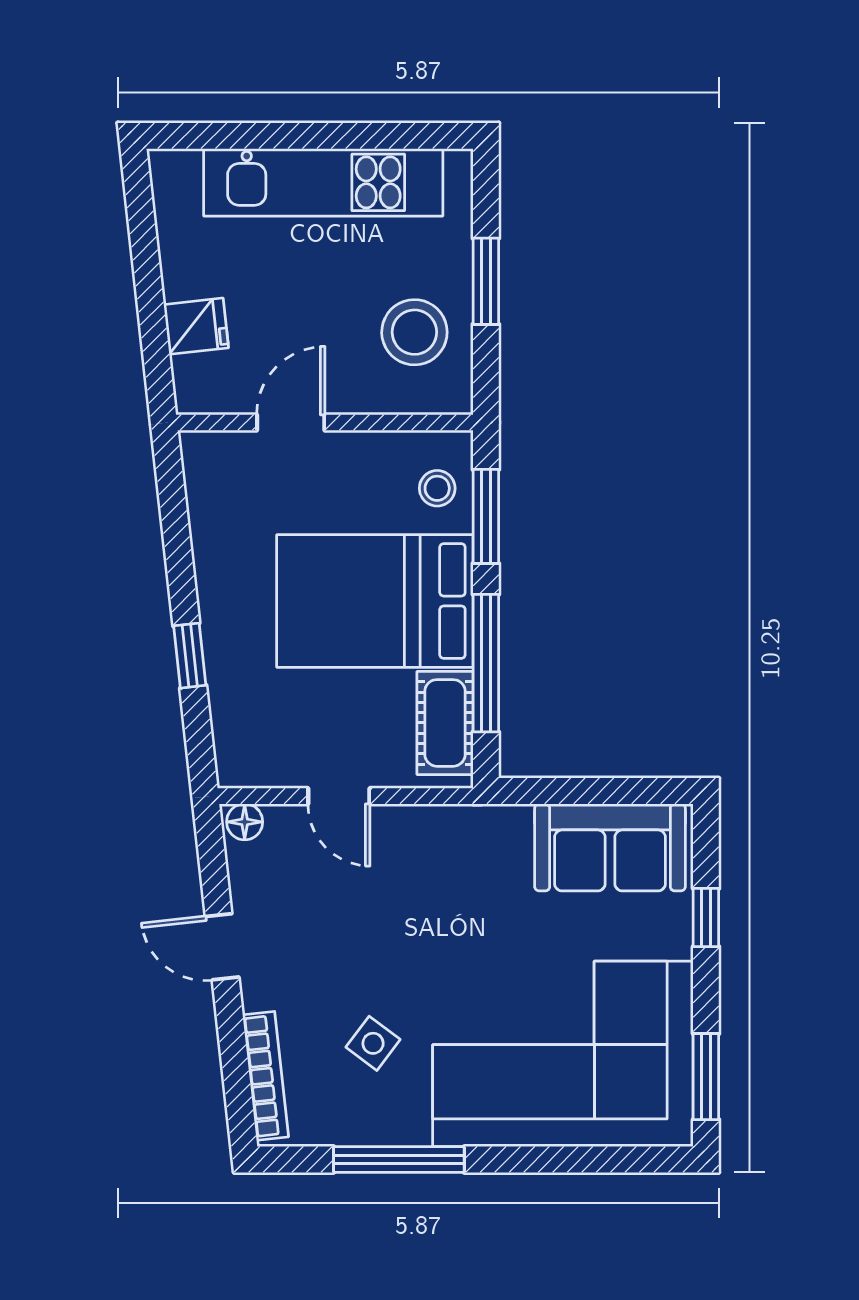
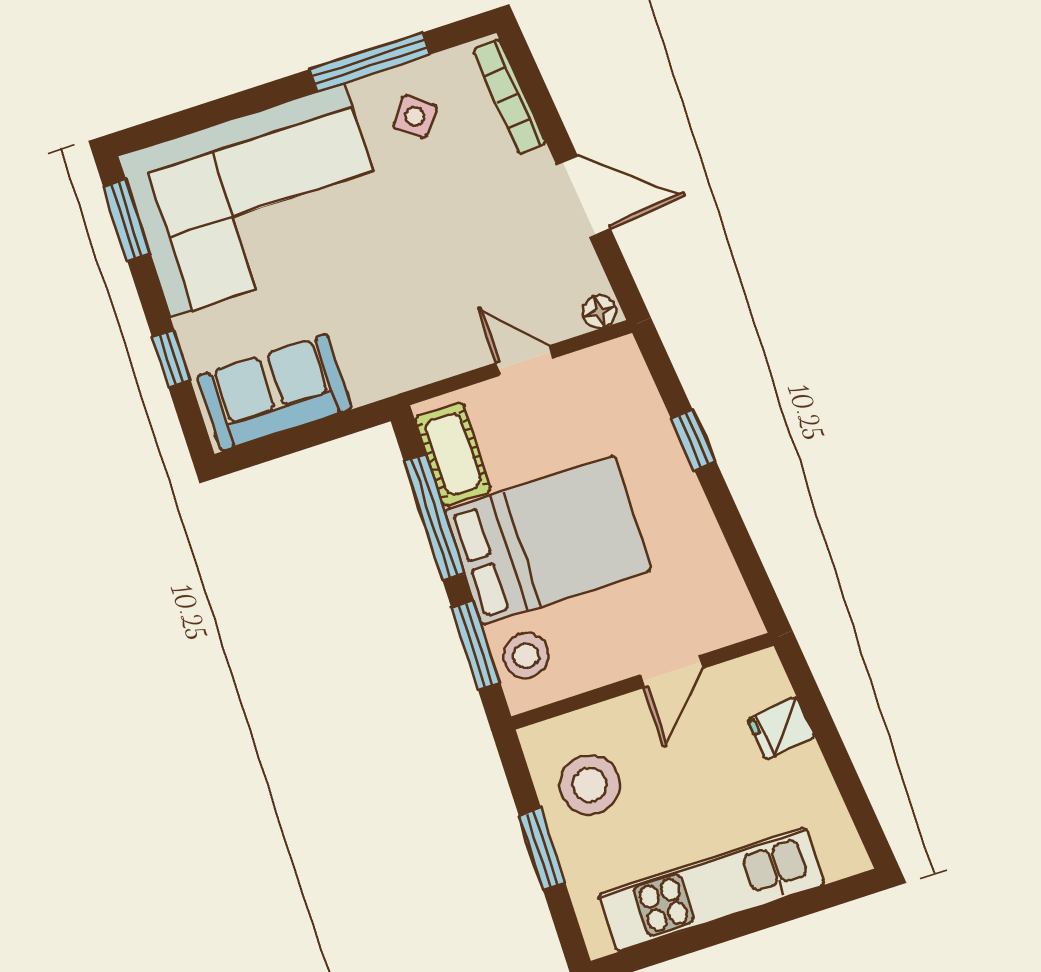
stool: (437, 488) -> (526, 656), width x1.37, depth x1.37
door: (222, 947) -> (583, 197), width x1.38
side table: (373, 1043) -> (415, 116), moved

